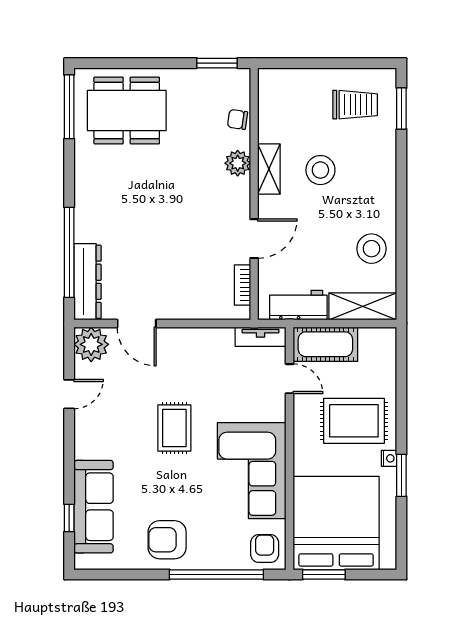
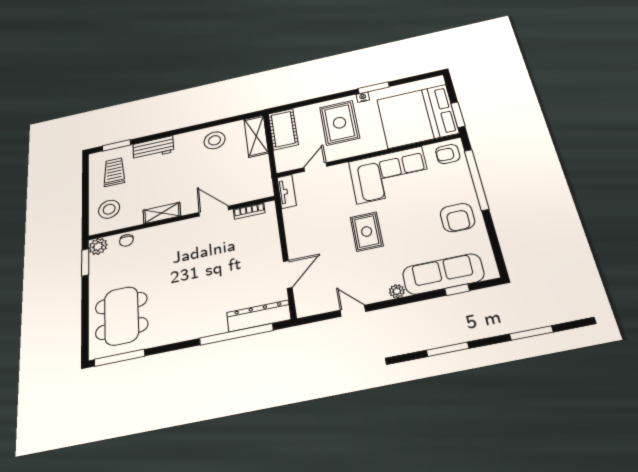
plant: (238, 163) -> (98, 246), moved
stool: (320, 170) -> (109, 209), moved
workbench: (298, 305) -> (153, 148), moved, turned -90
plant: (91, 344) -> (397, 291), moved, width x0.53, depth x0.53
cot: (325, 344) -> (283, 129), moved
rug: (174, 428) -> (367, 231), turned 90

